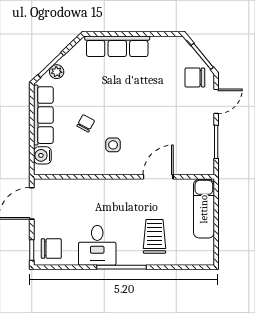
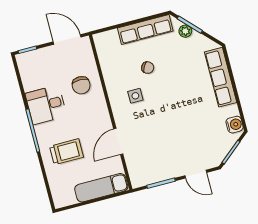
chair: (195, 77) -> (211, 151), removed
water cooler: (42, 155) -> (235, 125), moved, turned 90
door: (158, 177) -> (118, 141), swing flipped
chair: (51, 249) -> (81, 85), moved

